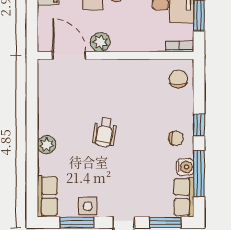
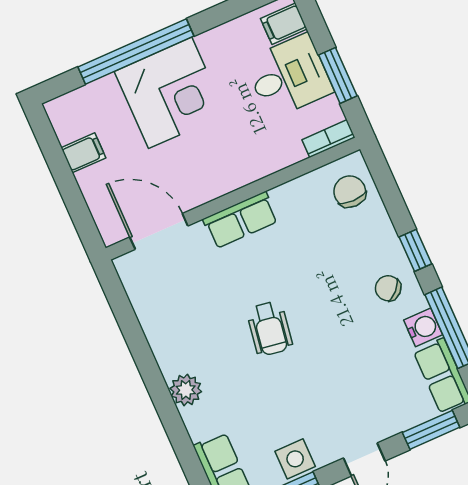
plant: (100, 42) -> (199, 188), removed
row of seats: (115, 69) -> (241, 220), added
chair: (176, 138) -> (388, 288), turned -135

